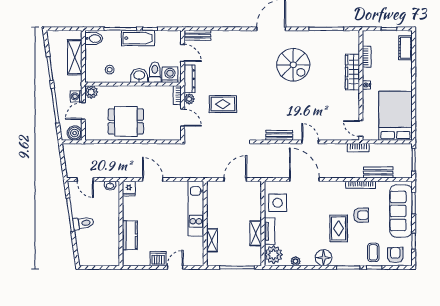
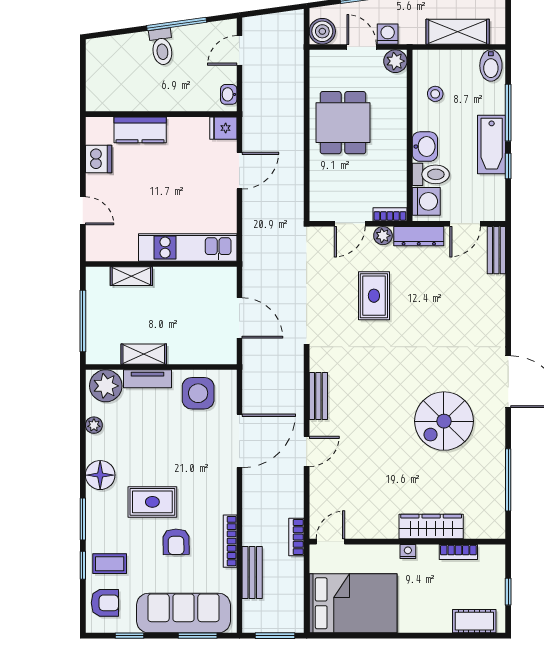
dishwasher: (158, 259) -> (99, 159), moved

